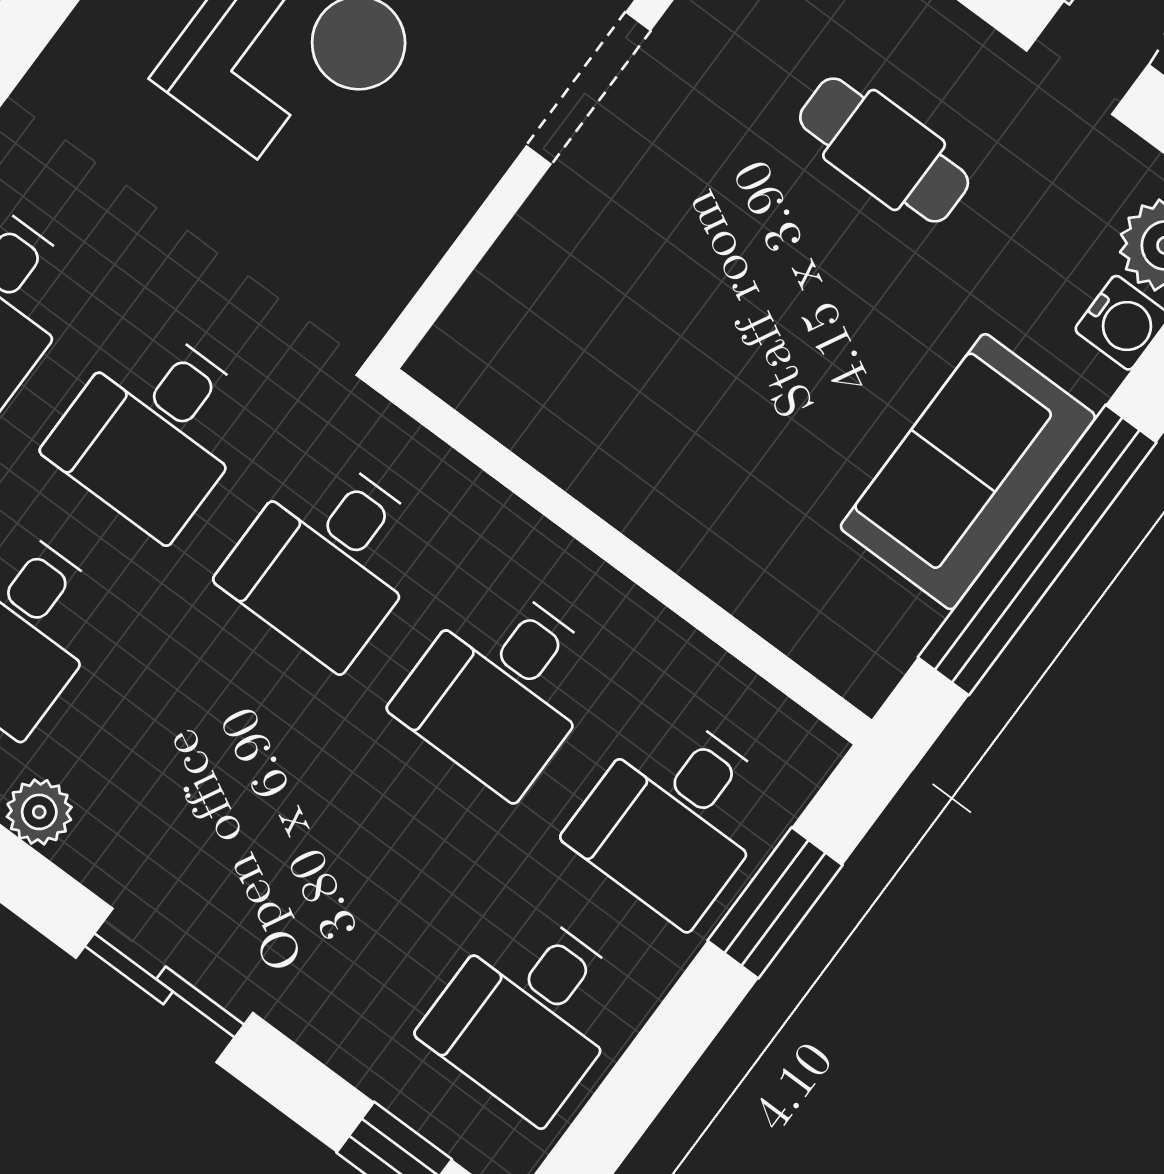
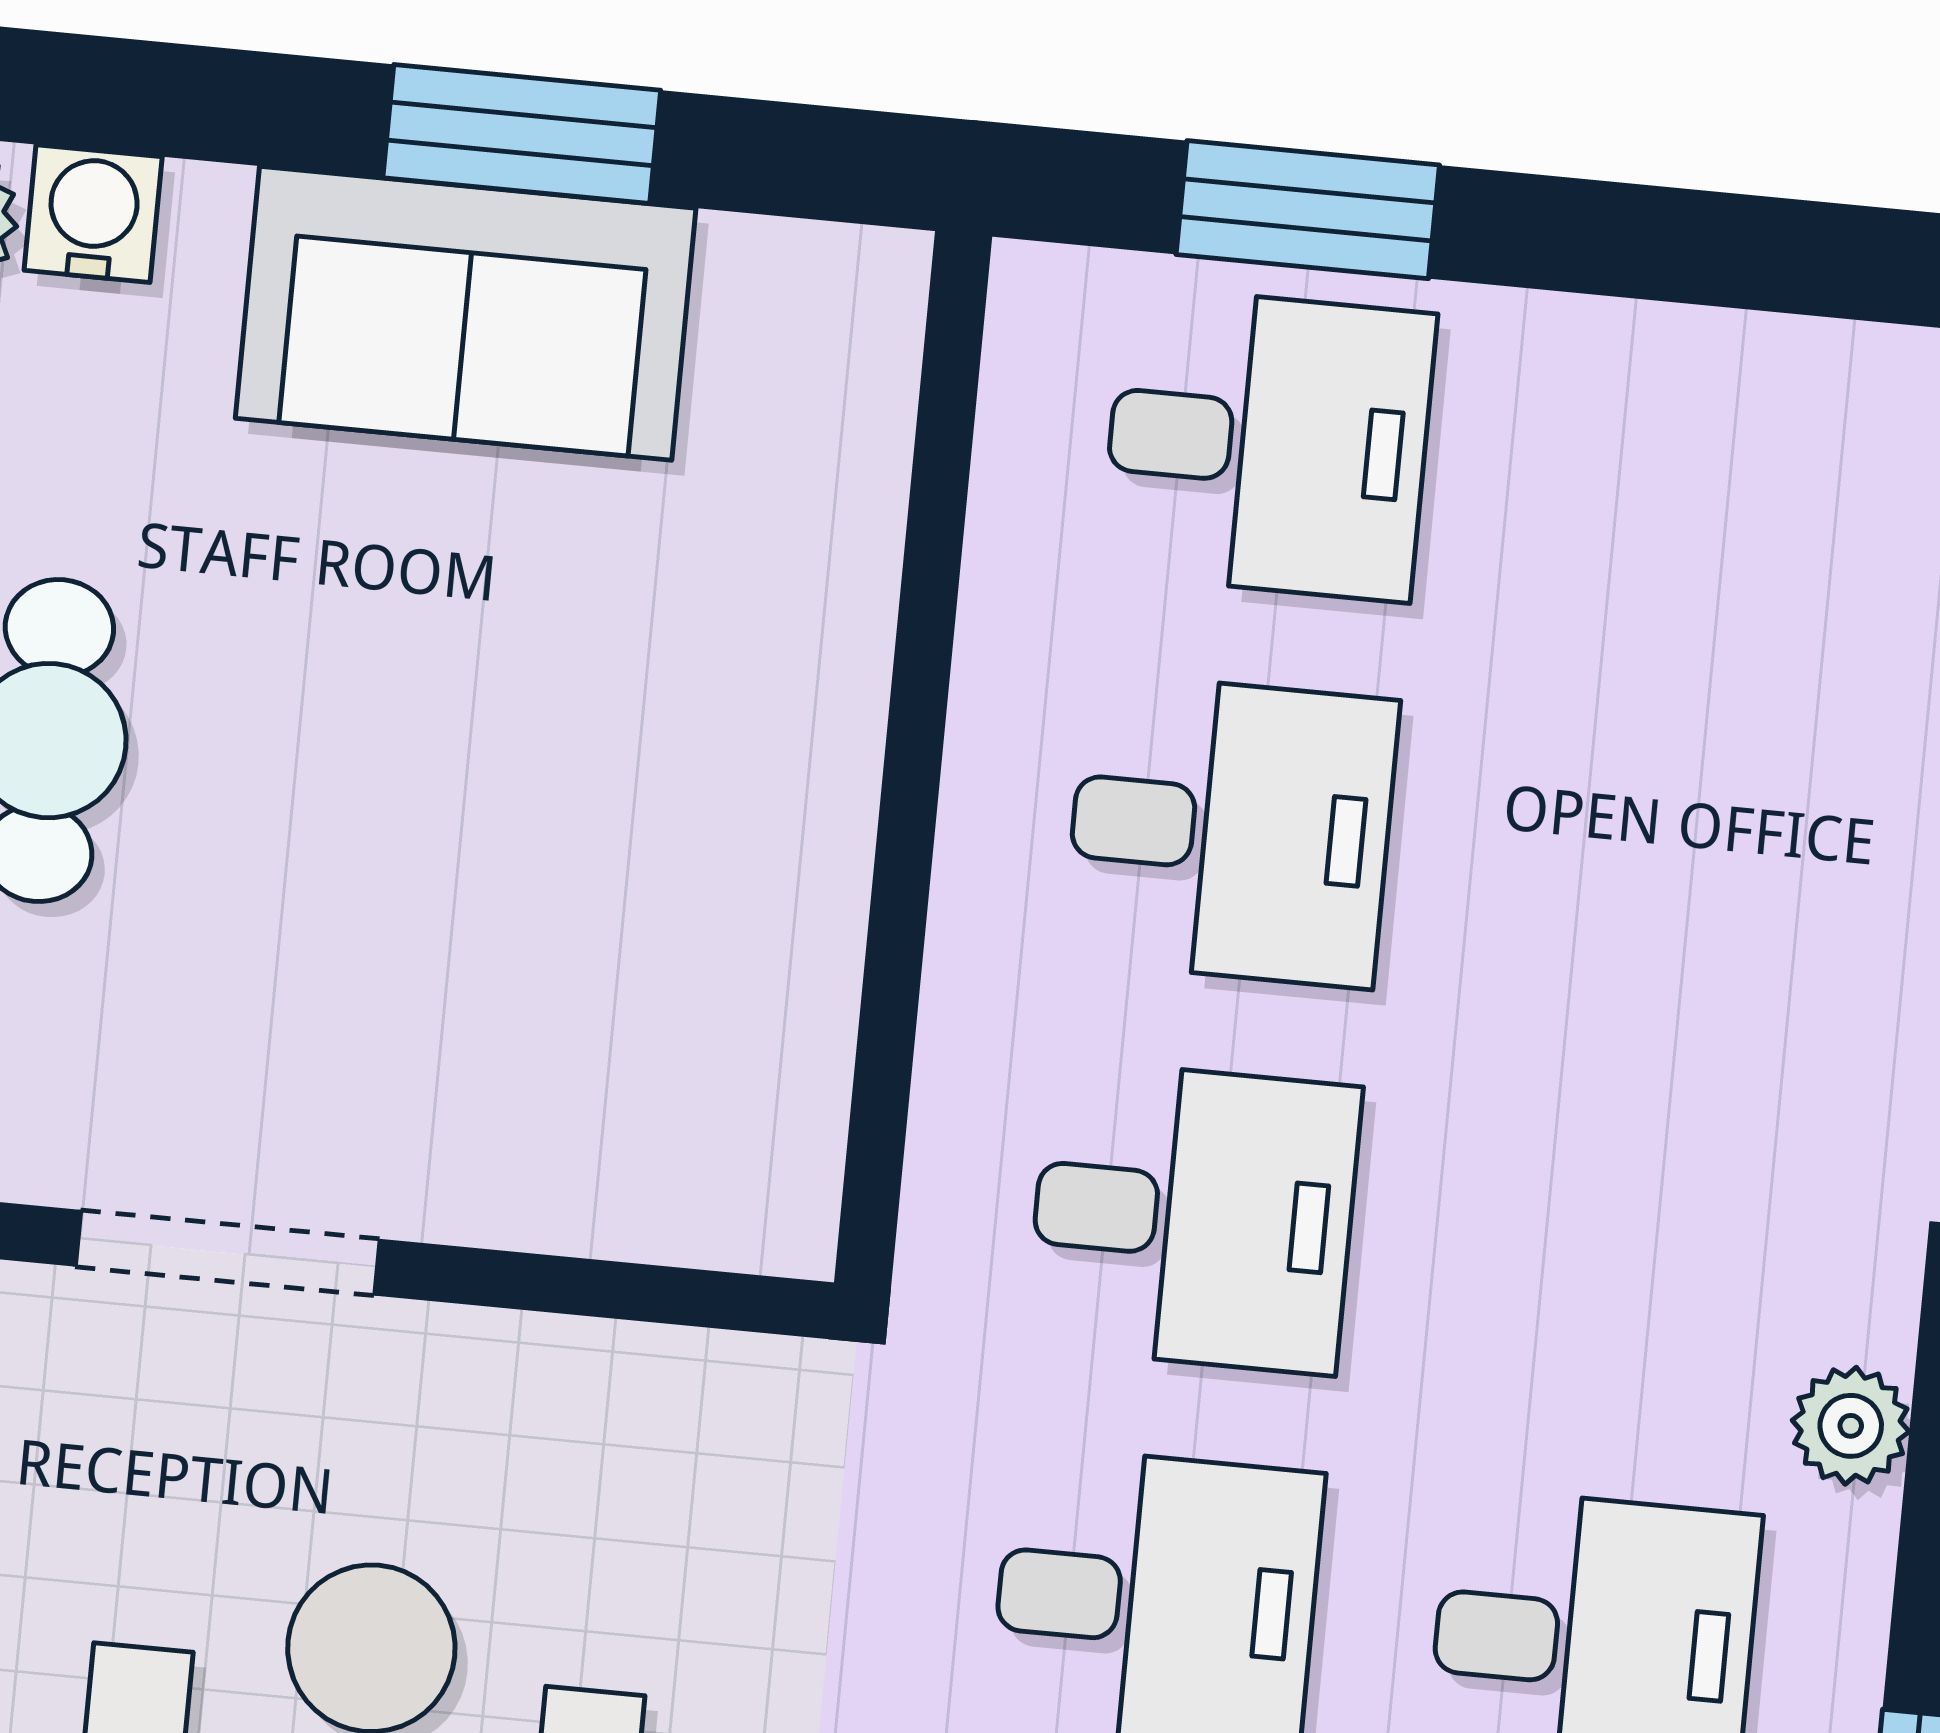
window: (1037, 550) -> (522, 134), width x0.47
desk: (529, 1013) -> (1705, 486), removed

